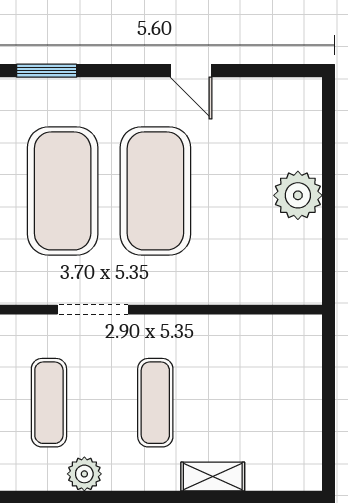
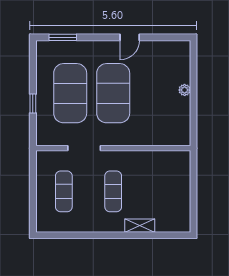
door: (191, 71) -> (130, 37), hinge flipped
plant: (298, 195) -> (185, 90), width x0.53, depth x0.53
plant: (84, 474) -> (80, 224), removed

